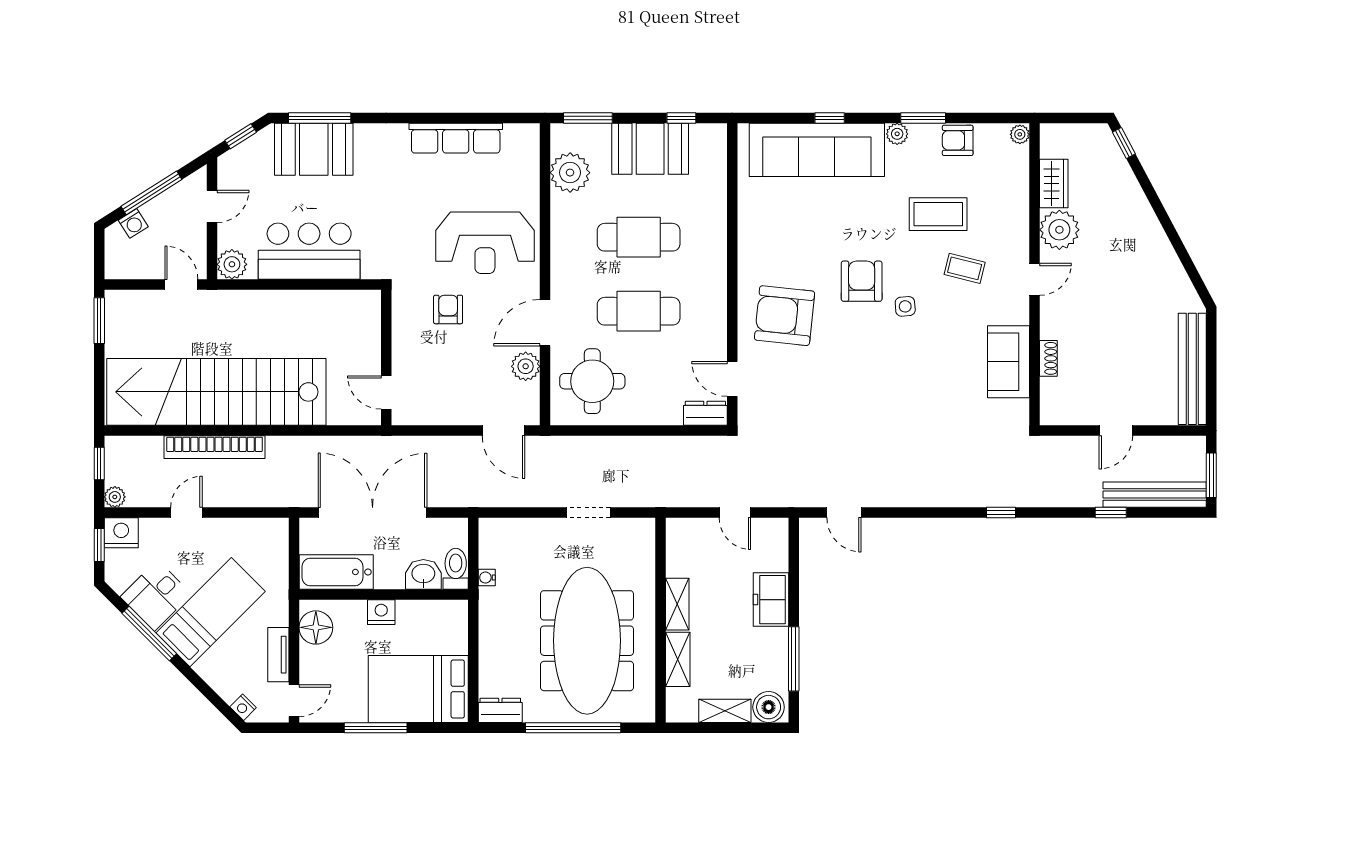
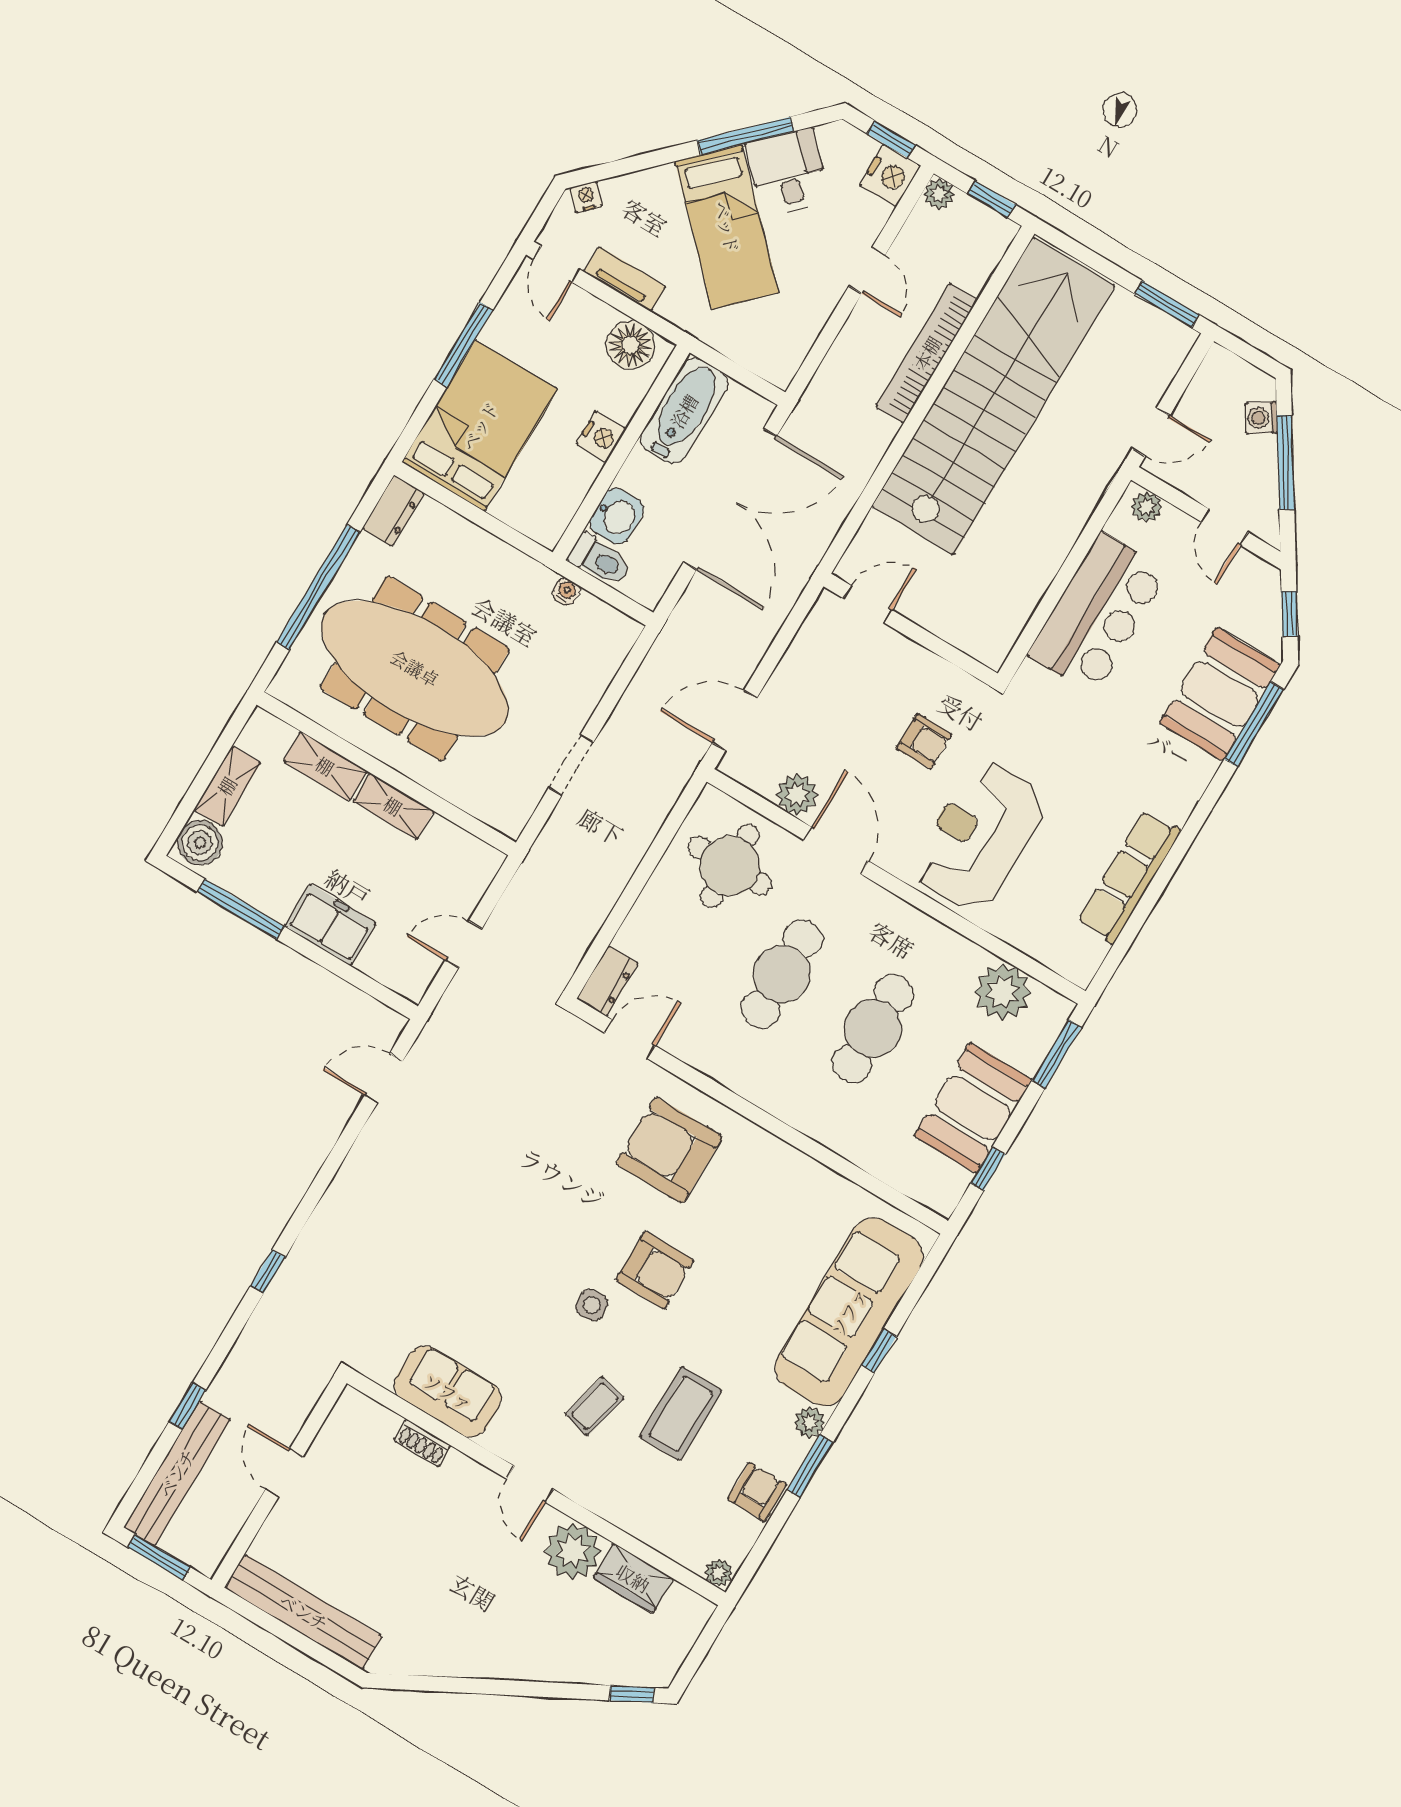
plant: (232, 264) -> (1147, 507), width x0.73, depth x0.73
armchair: (785, 316) -> (669, 1150), turned -96

